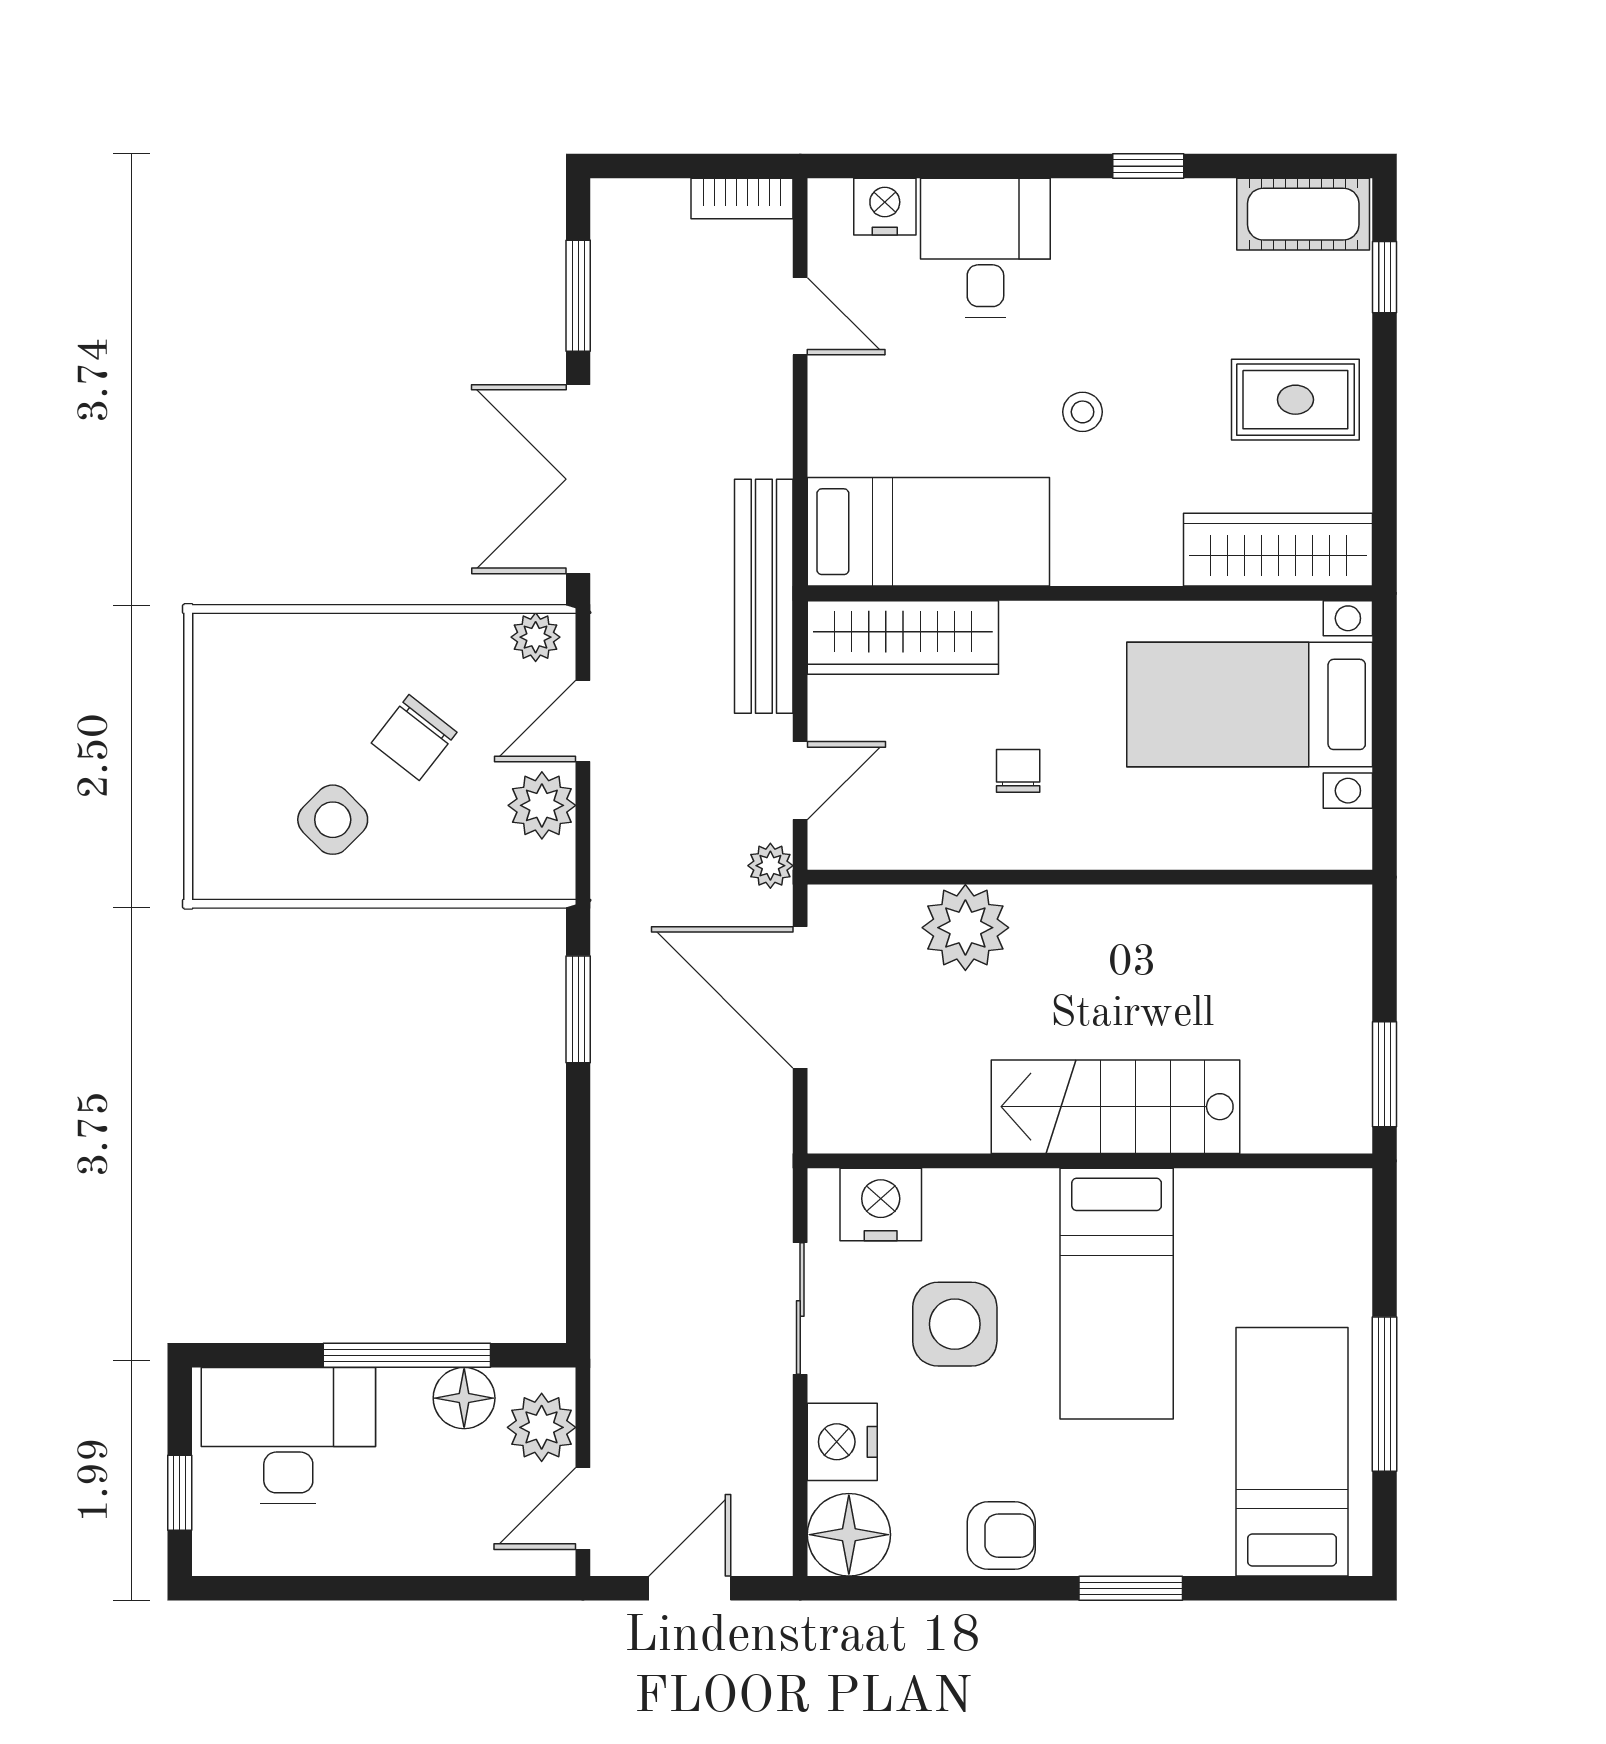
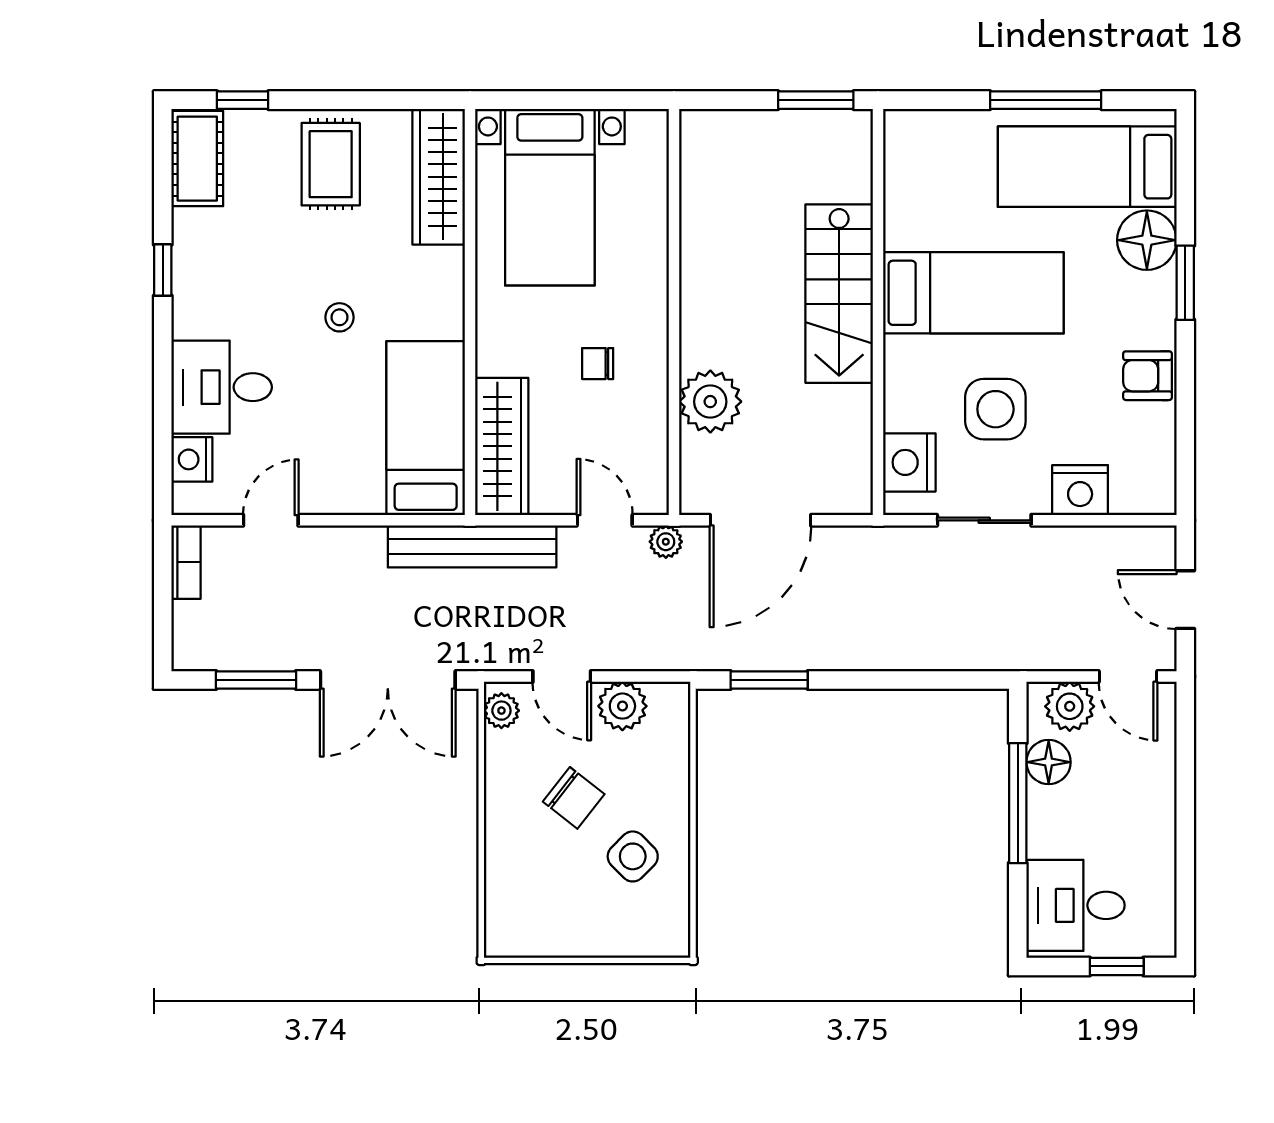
desk: (288, 1436) -> (1076, 905), width x0.73
floor lamp: (849, 1535) -> (1147, 240), moved
armchair: (1001, 1536) -> (1147, 376), turned -90

